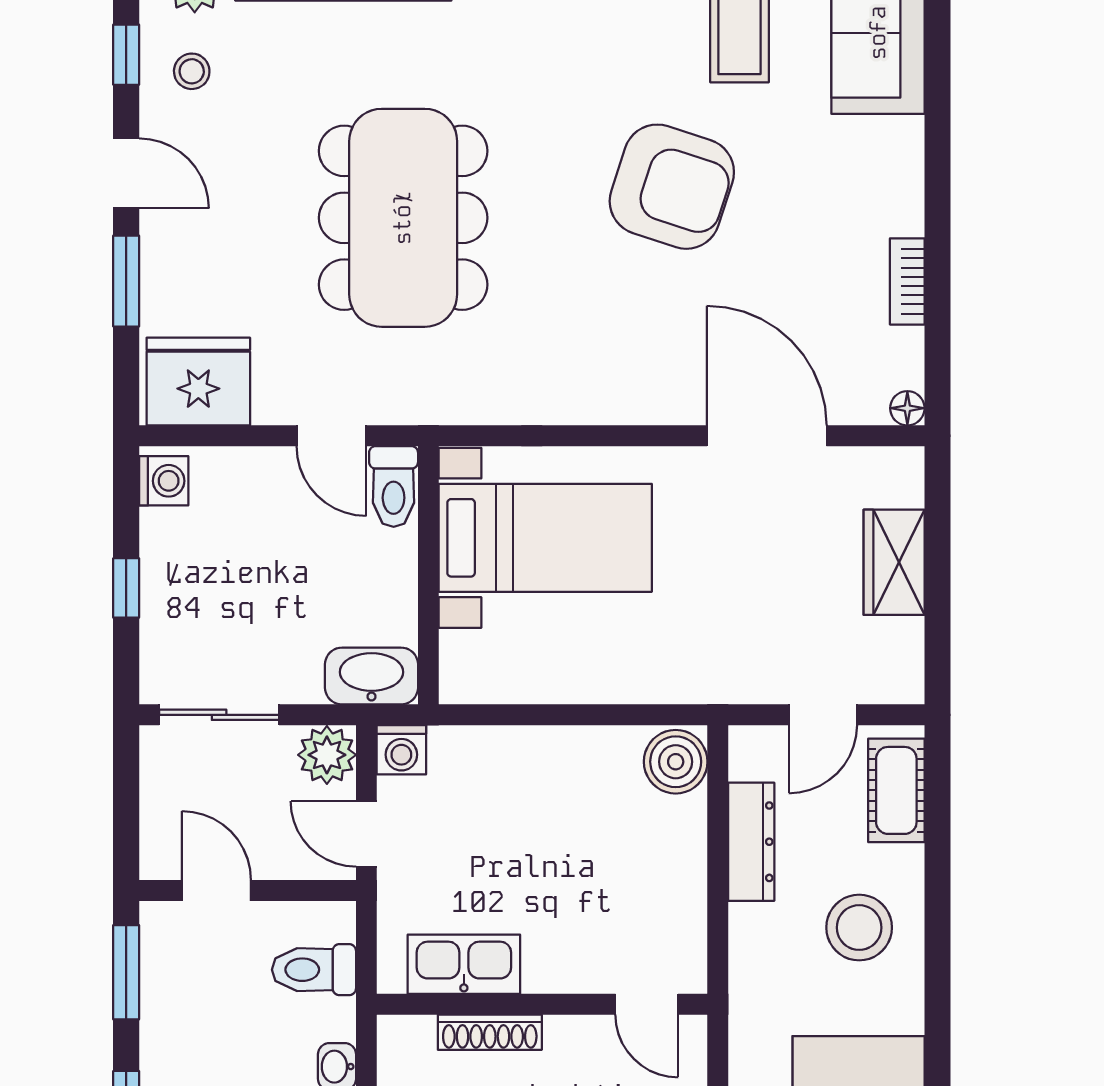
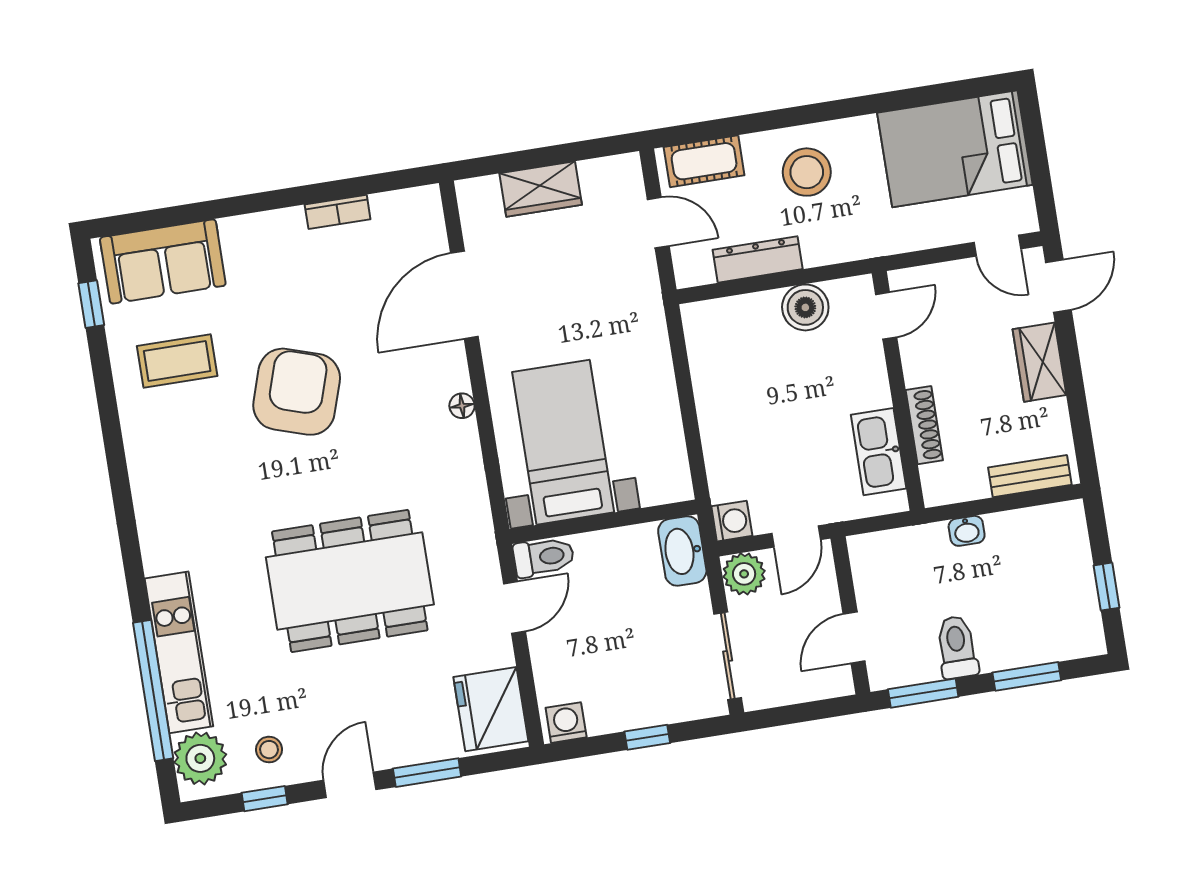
floor lamp: (907, 408) -> (462, 406), moved
boiler: (676, 762) -> (805, 307), moved
toilet: (314, 970) -> (957, 647), moved, turned 180

